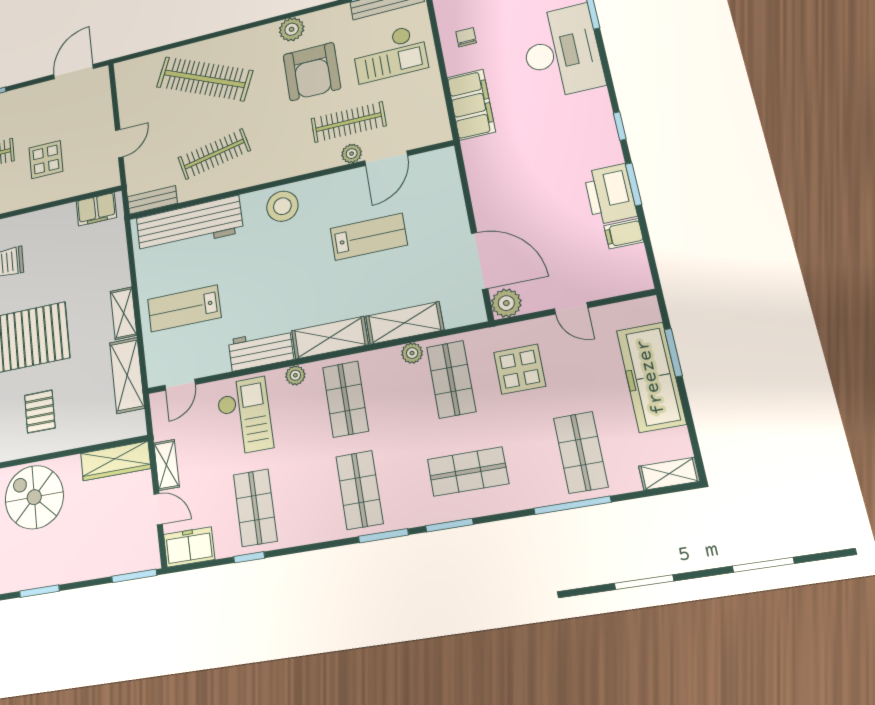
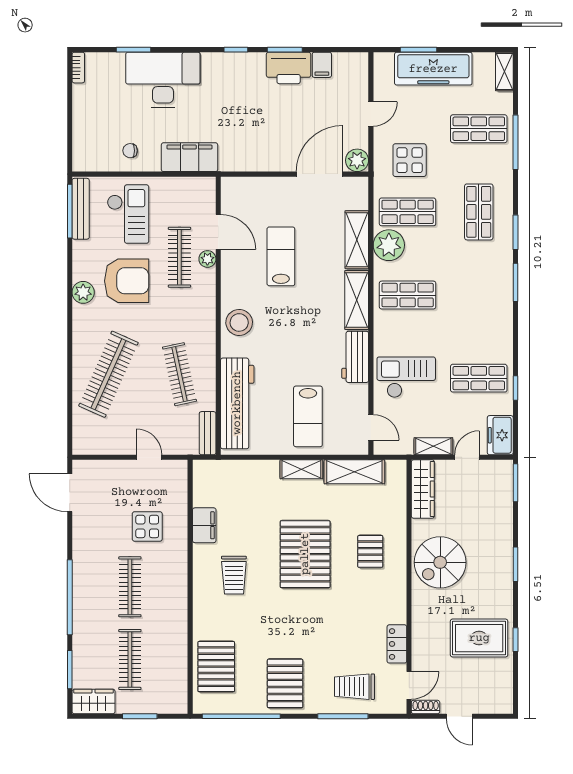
filing cabinet: (96, 209) -> (204, 525), moved
plant: (412, 353) -> (389, 245), width x1.88, depth x1.88
plant: (295, 375) -> (381, 332), removed
pallet: (40, 412) -> (370, 551), turned 90
shop shelf: (359, 490) -> (479, 295), removed

